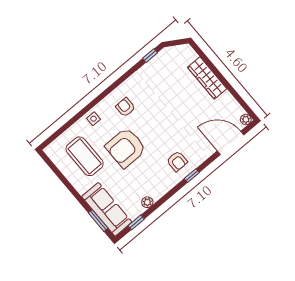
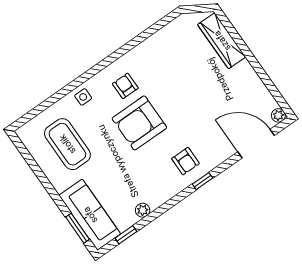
window: (150, 56) -> (163, 22), removed
wardrobe: (207, 78) -> (222, 41), moved
armchair: (126, 148) -> (139, 123), moved

